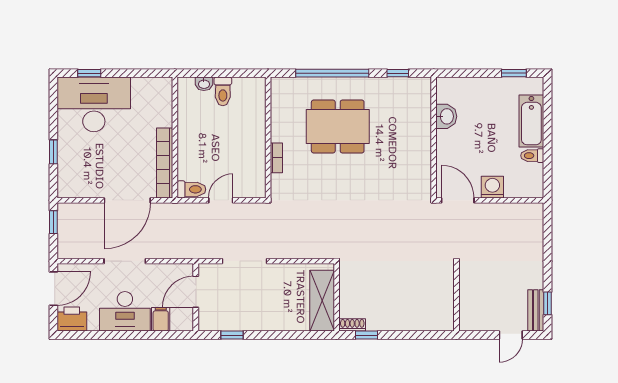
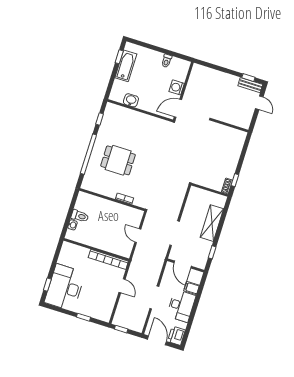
bathtub: (531, 121) -> (126, 66), moved, turned -90
dining table: (338, 127) -> (118, 160), width x0.73
toilet: (191, 189) -> (127, 249), removed
door: (127, 200) -> (122, 286), width x0.53
shelving: (322, 301) -> (212, 223), moved, turned 90

